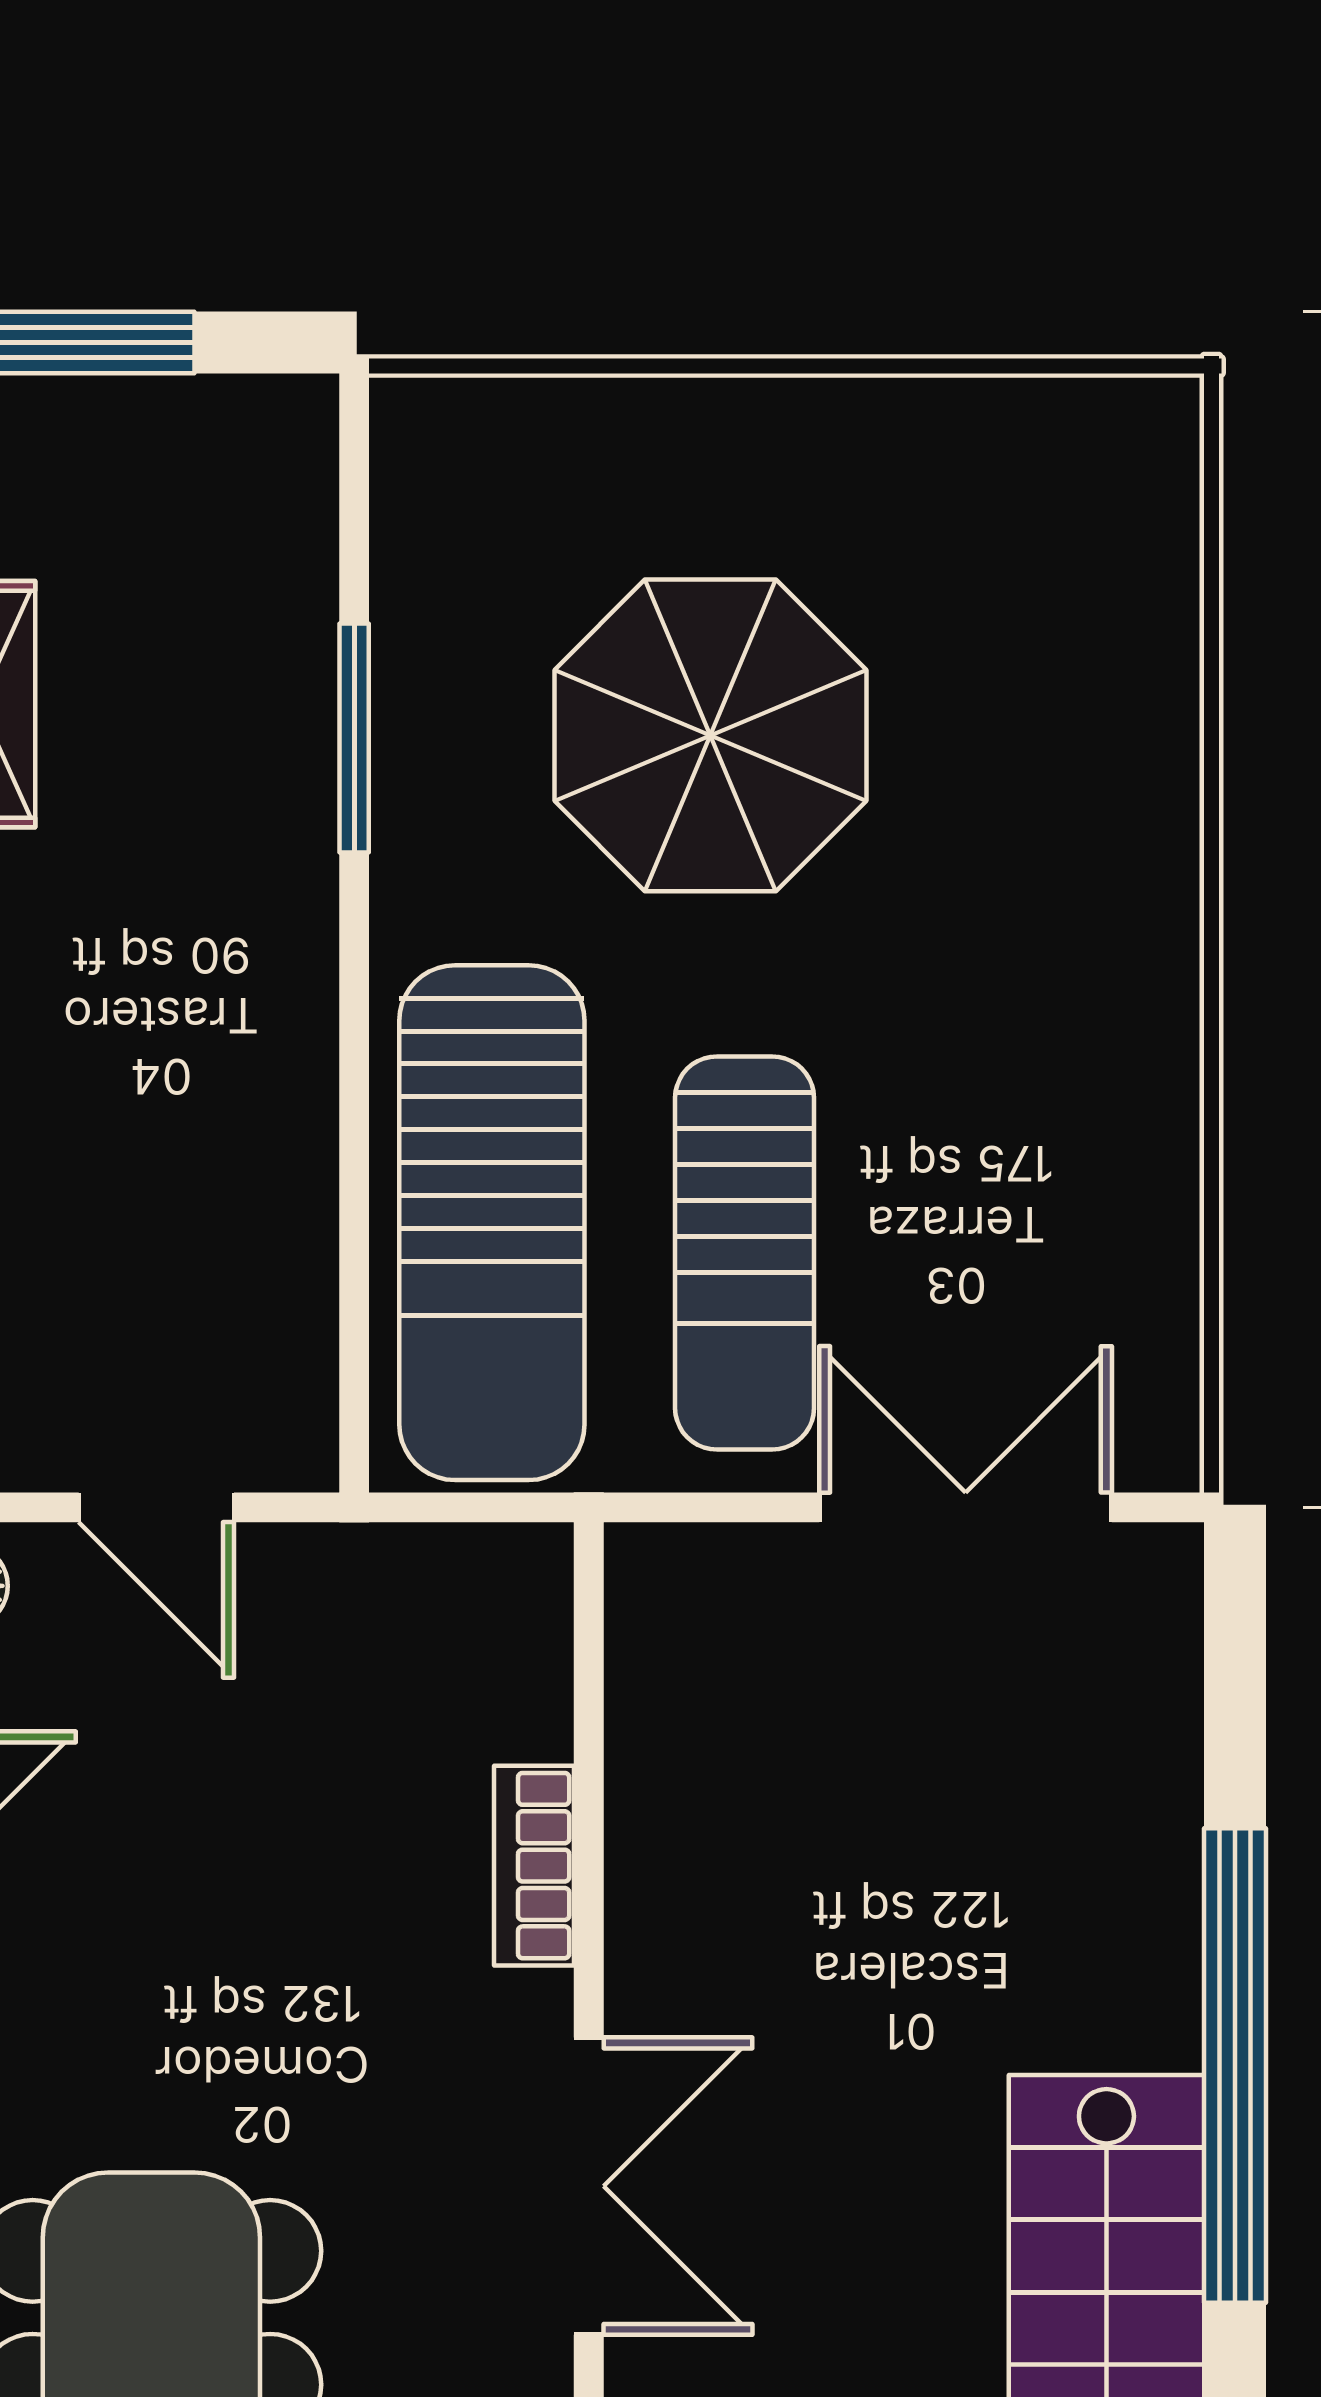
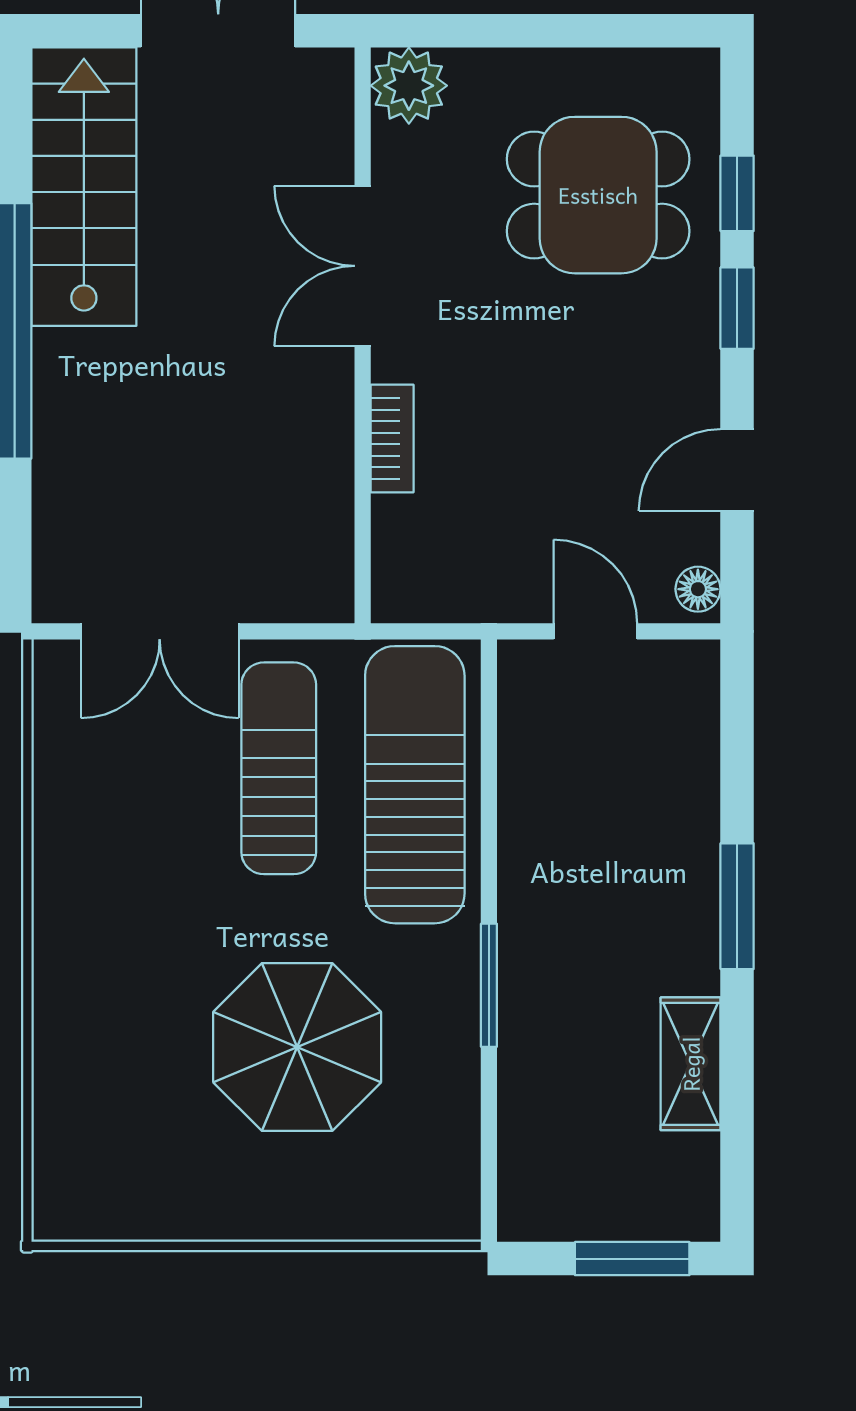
window: (354, 738) -> (489, 985), moved

